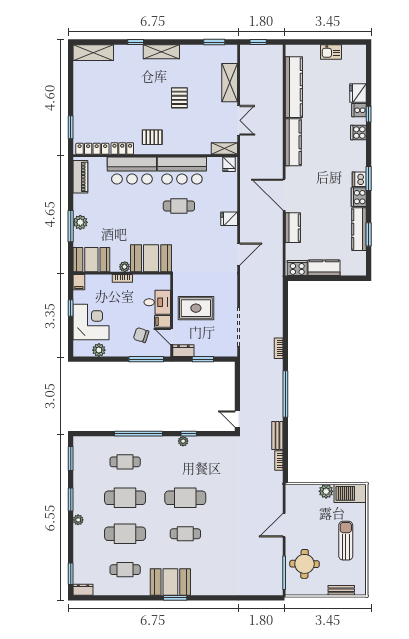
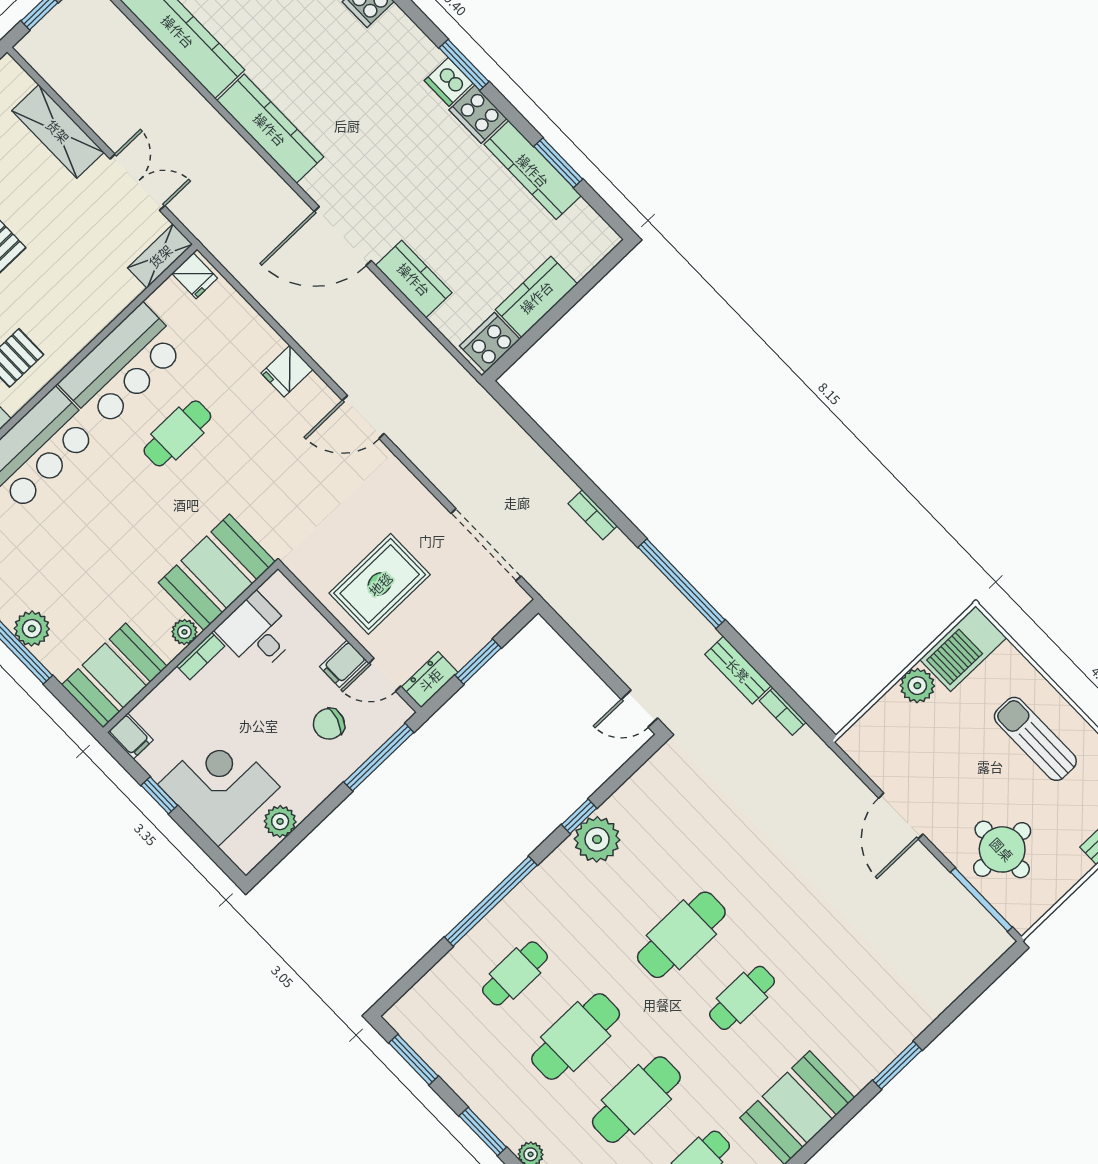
door: (239, 254) -> (363, 417), swing flipped
desk: (157, 302) -> (257, 633), moved, turned -90
plant: (183, 441) -> (597, 839), width x1.88, depth x1.88
window: (175, 598) -> (897, 1065), moved

